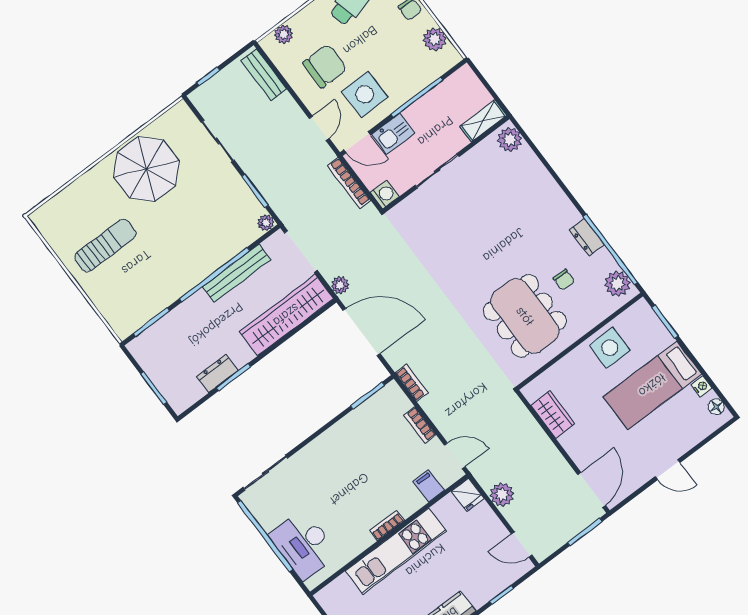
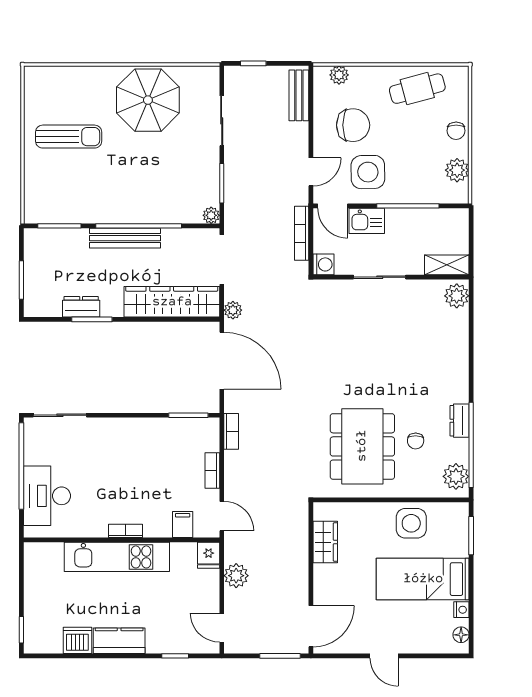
bench: (237, 273) -> (125, 238), moved

